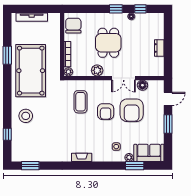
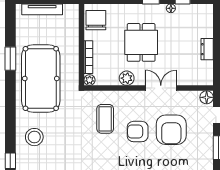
double door: (124, 78) -> (161, 88), swing flipped
floor lamp: (142, 85) -> (207, 97), moved
armchair: (106, 112) -> (138, 132), turned 90

